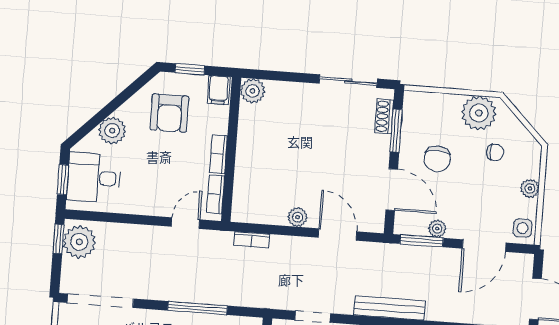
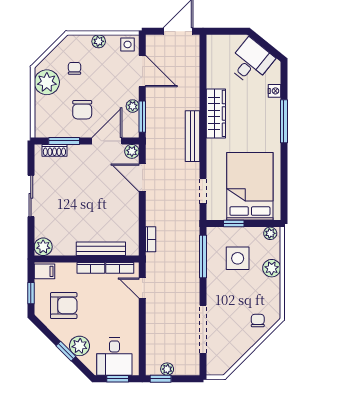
sliding door: (348, 81) -> (31, 196), moved
window: (107, 111) -> (66, 351), added
chair: (437, 159) -> (82, 110), turned 90
bench: (244, 170) -> (101, 249), added
plant: (298, 217) -> (132, 151), moved
door: (337, 235) -> (142, 178), hinge flipped
plant: (79, 242) -> (167, 369), width x0.53, depth x0.53
doorway: (100, 301) -> (203, 329), moved
window: (197, 308) -> (203, 256), moved

